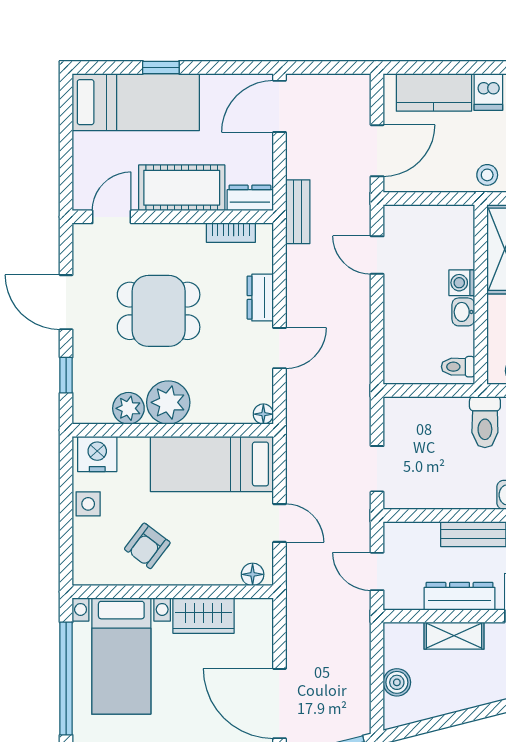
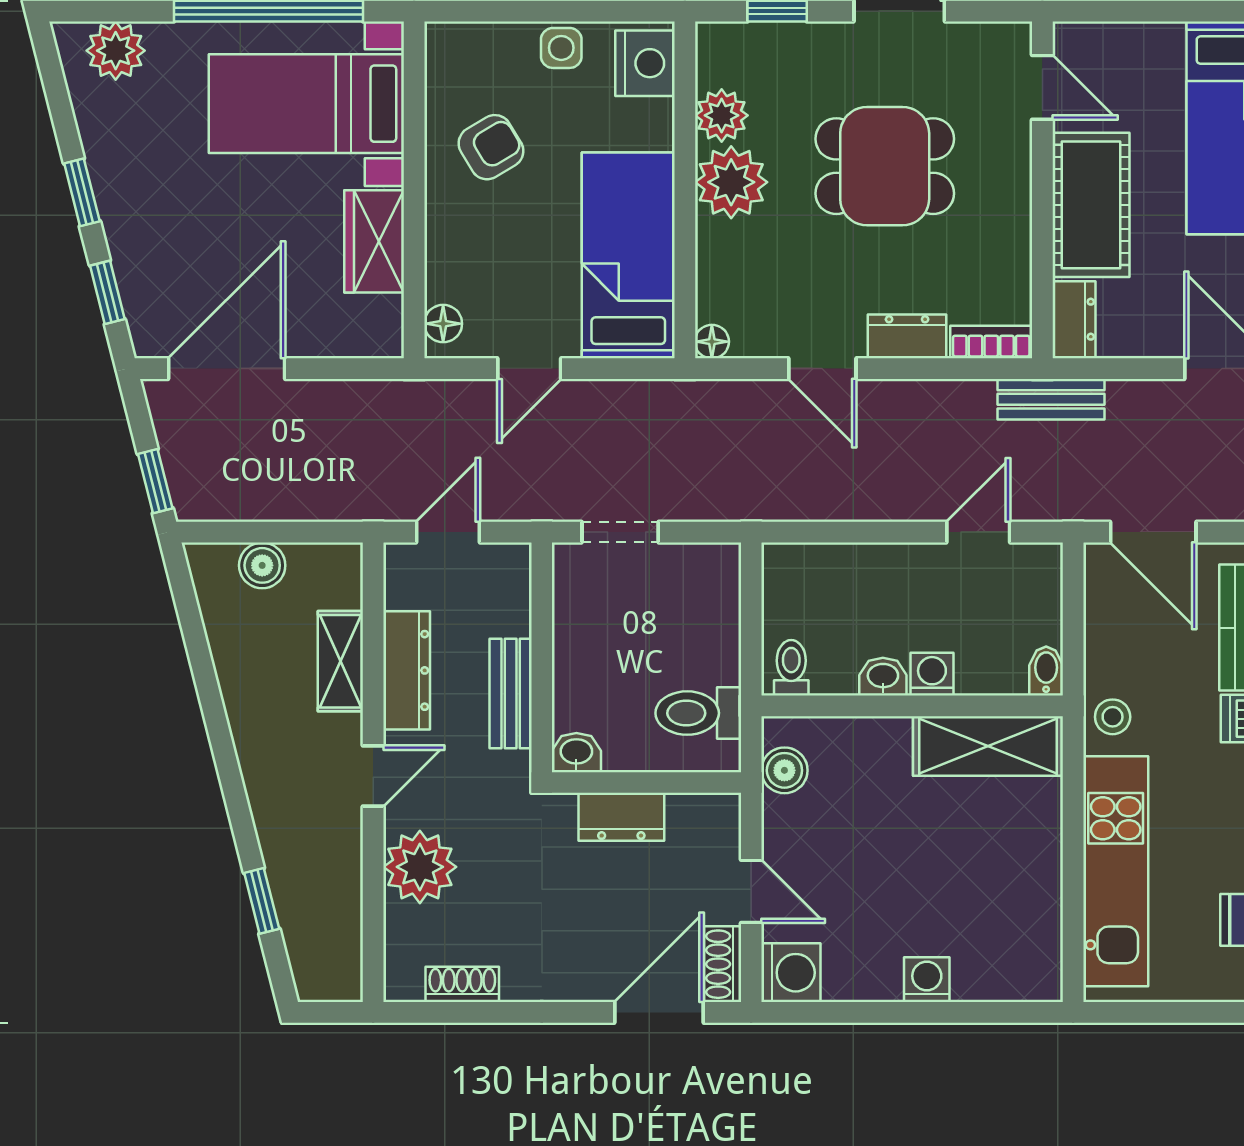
bidet: (460, 215) -> (1046, 671), added
bookcase: (231, 233) -> (991, 342), moved, turned 90
dining table: (159, 311) -> (885, 166), turned 90
armchair: (147, 546) -> (491, 147), turned 112

